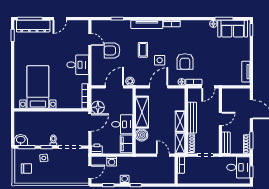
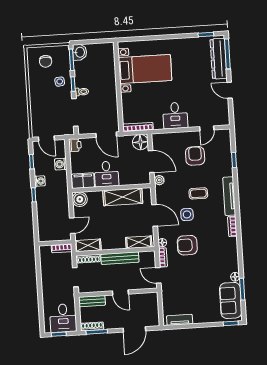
floor lamp: (98, 107) -> (140, 142), moved
shelving: (180, 121) -> (139, 242), moved
boiler: (142, 135) -> (80, 199), moved

